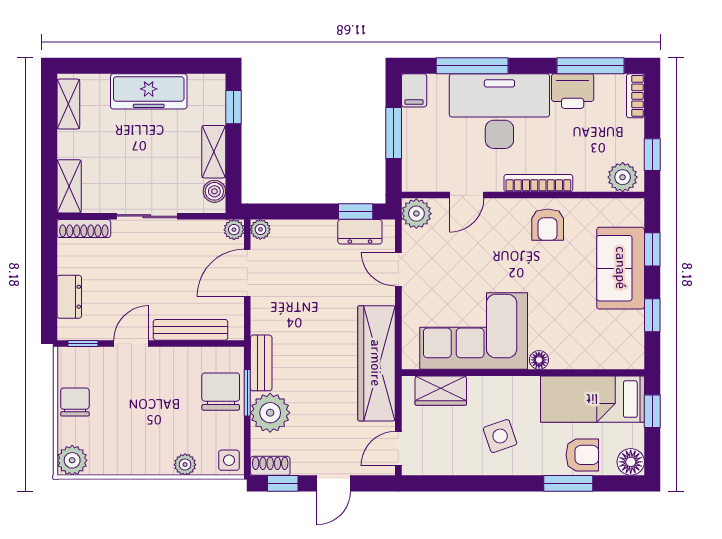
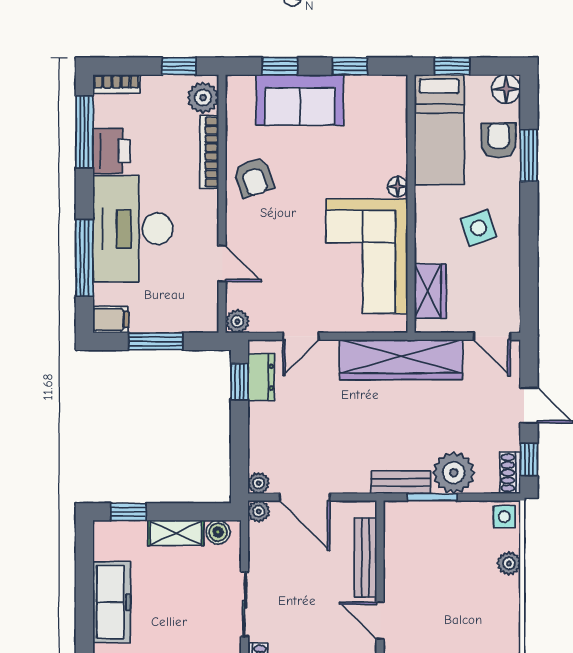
bookcase: (538, 183) -> (209, 152), moved
plant: (416, 214) -> (237, 321), width x0.73, depth x0.73
armchair: (548, 225) -> (254, 177), turned 71
chair: (221, 392) -> (431, 525), removed

